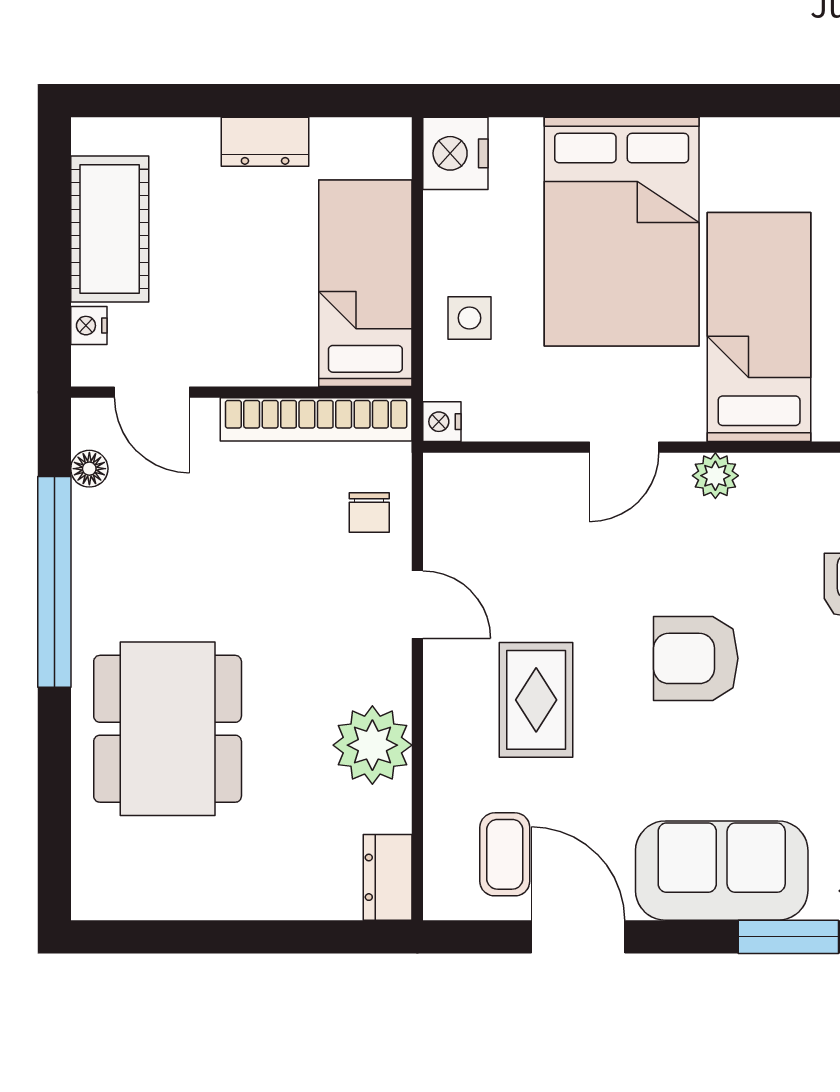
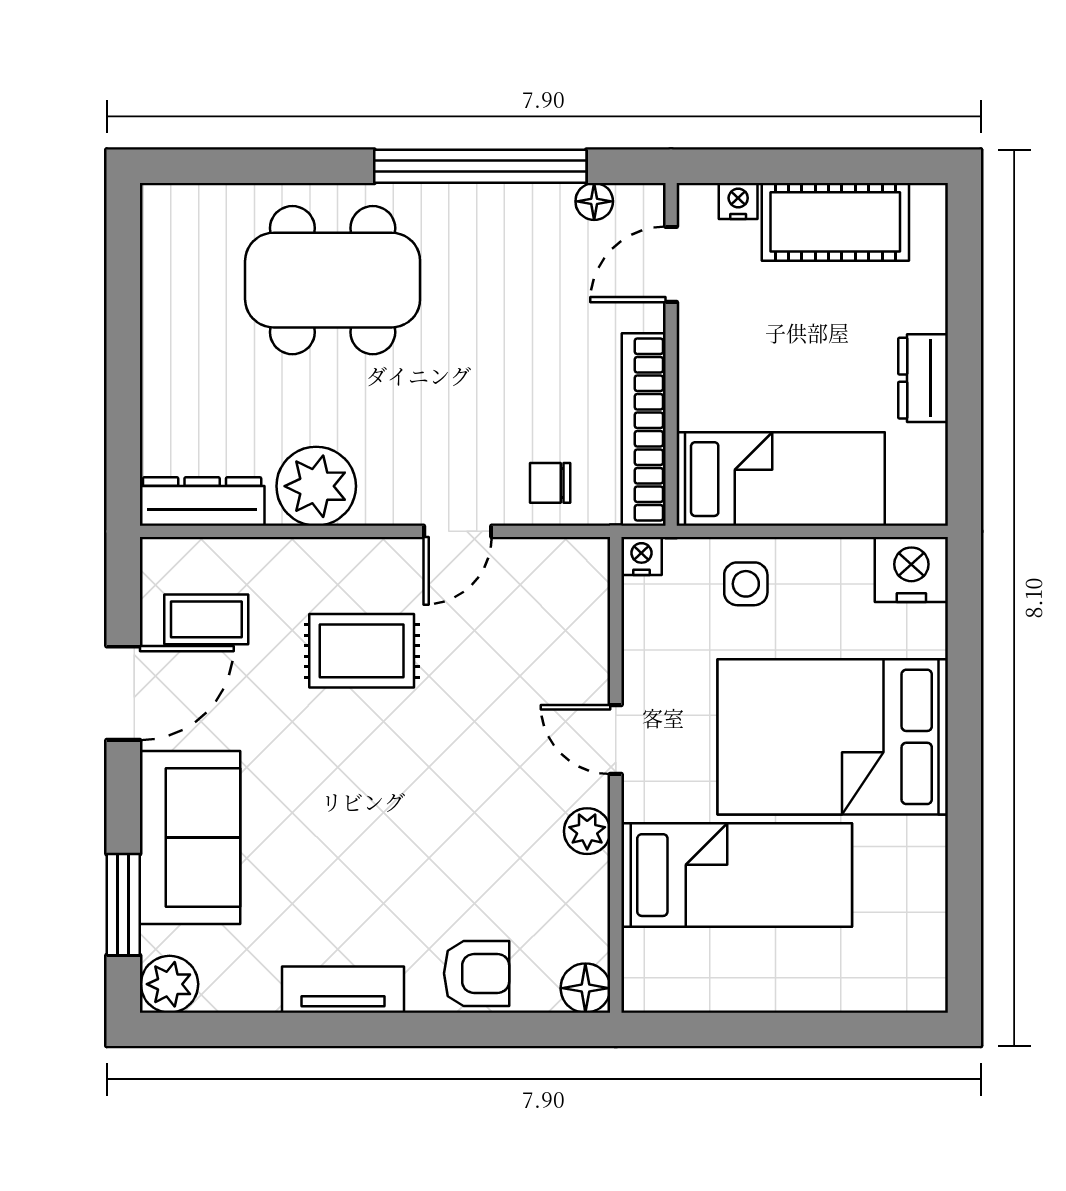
armchair: (696, 658) -> (403, 811), removed
dresser: (388, 877) -> (202, 502), width x1.44

